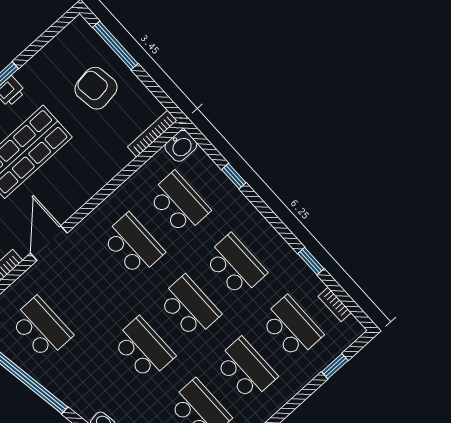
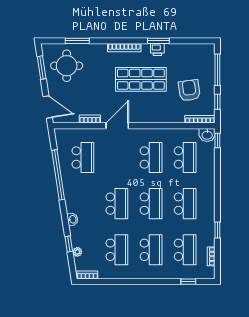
armchair: (96, 88) -> (189, 90), moved
window: (154, 89) -> (217, 102), added
window: (234, 176) -> (217, 140), moved

